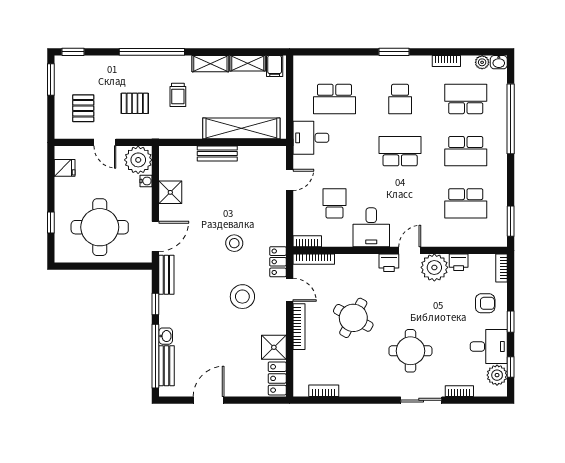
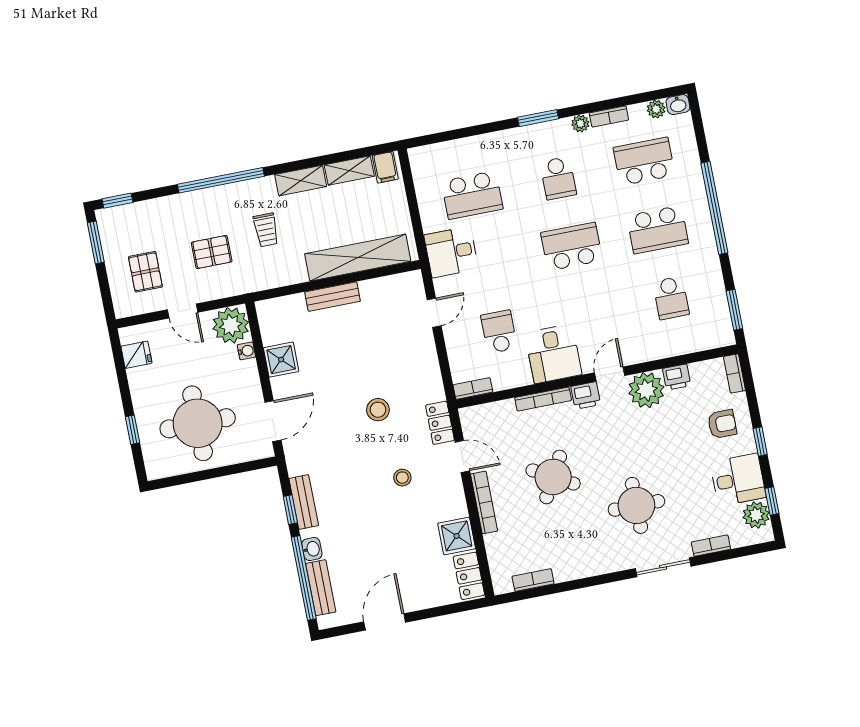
plant: (424, 62) -> (580, 123), added
window: (511, 119) -> (714, 208), moved
school desk: (466, 203) -> (671, 298), width x0.54
bookcase: (314, 259) -> (543, 399), moved
bench: (166, 275) -> (304, 502), moved
stool: (242, 297) -> (402, 478), width x0.53, depth x0.53

